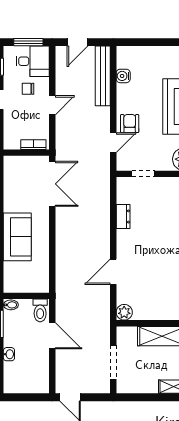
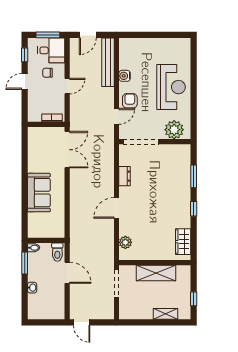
water cooler: (123, 76) -> (125, 76), moved
doorway: (143, 174) -> (141, 142), width x1.88
door: (113, 272) -> (117, 208), moved
plant: (124, 312) -> (125, 242), moved
doorway: (113, 362) -> (117, 284), moved

